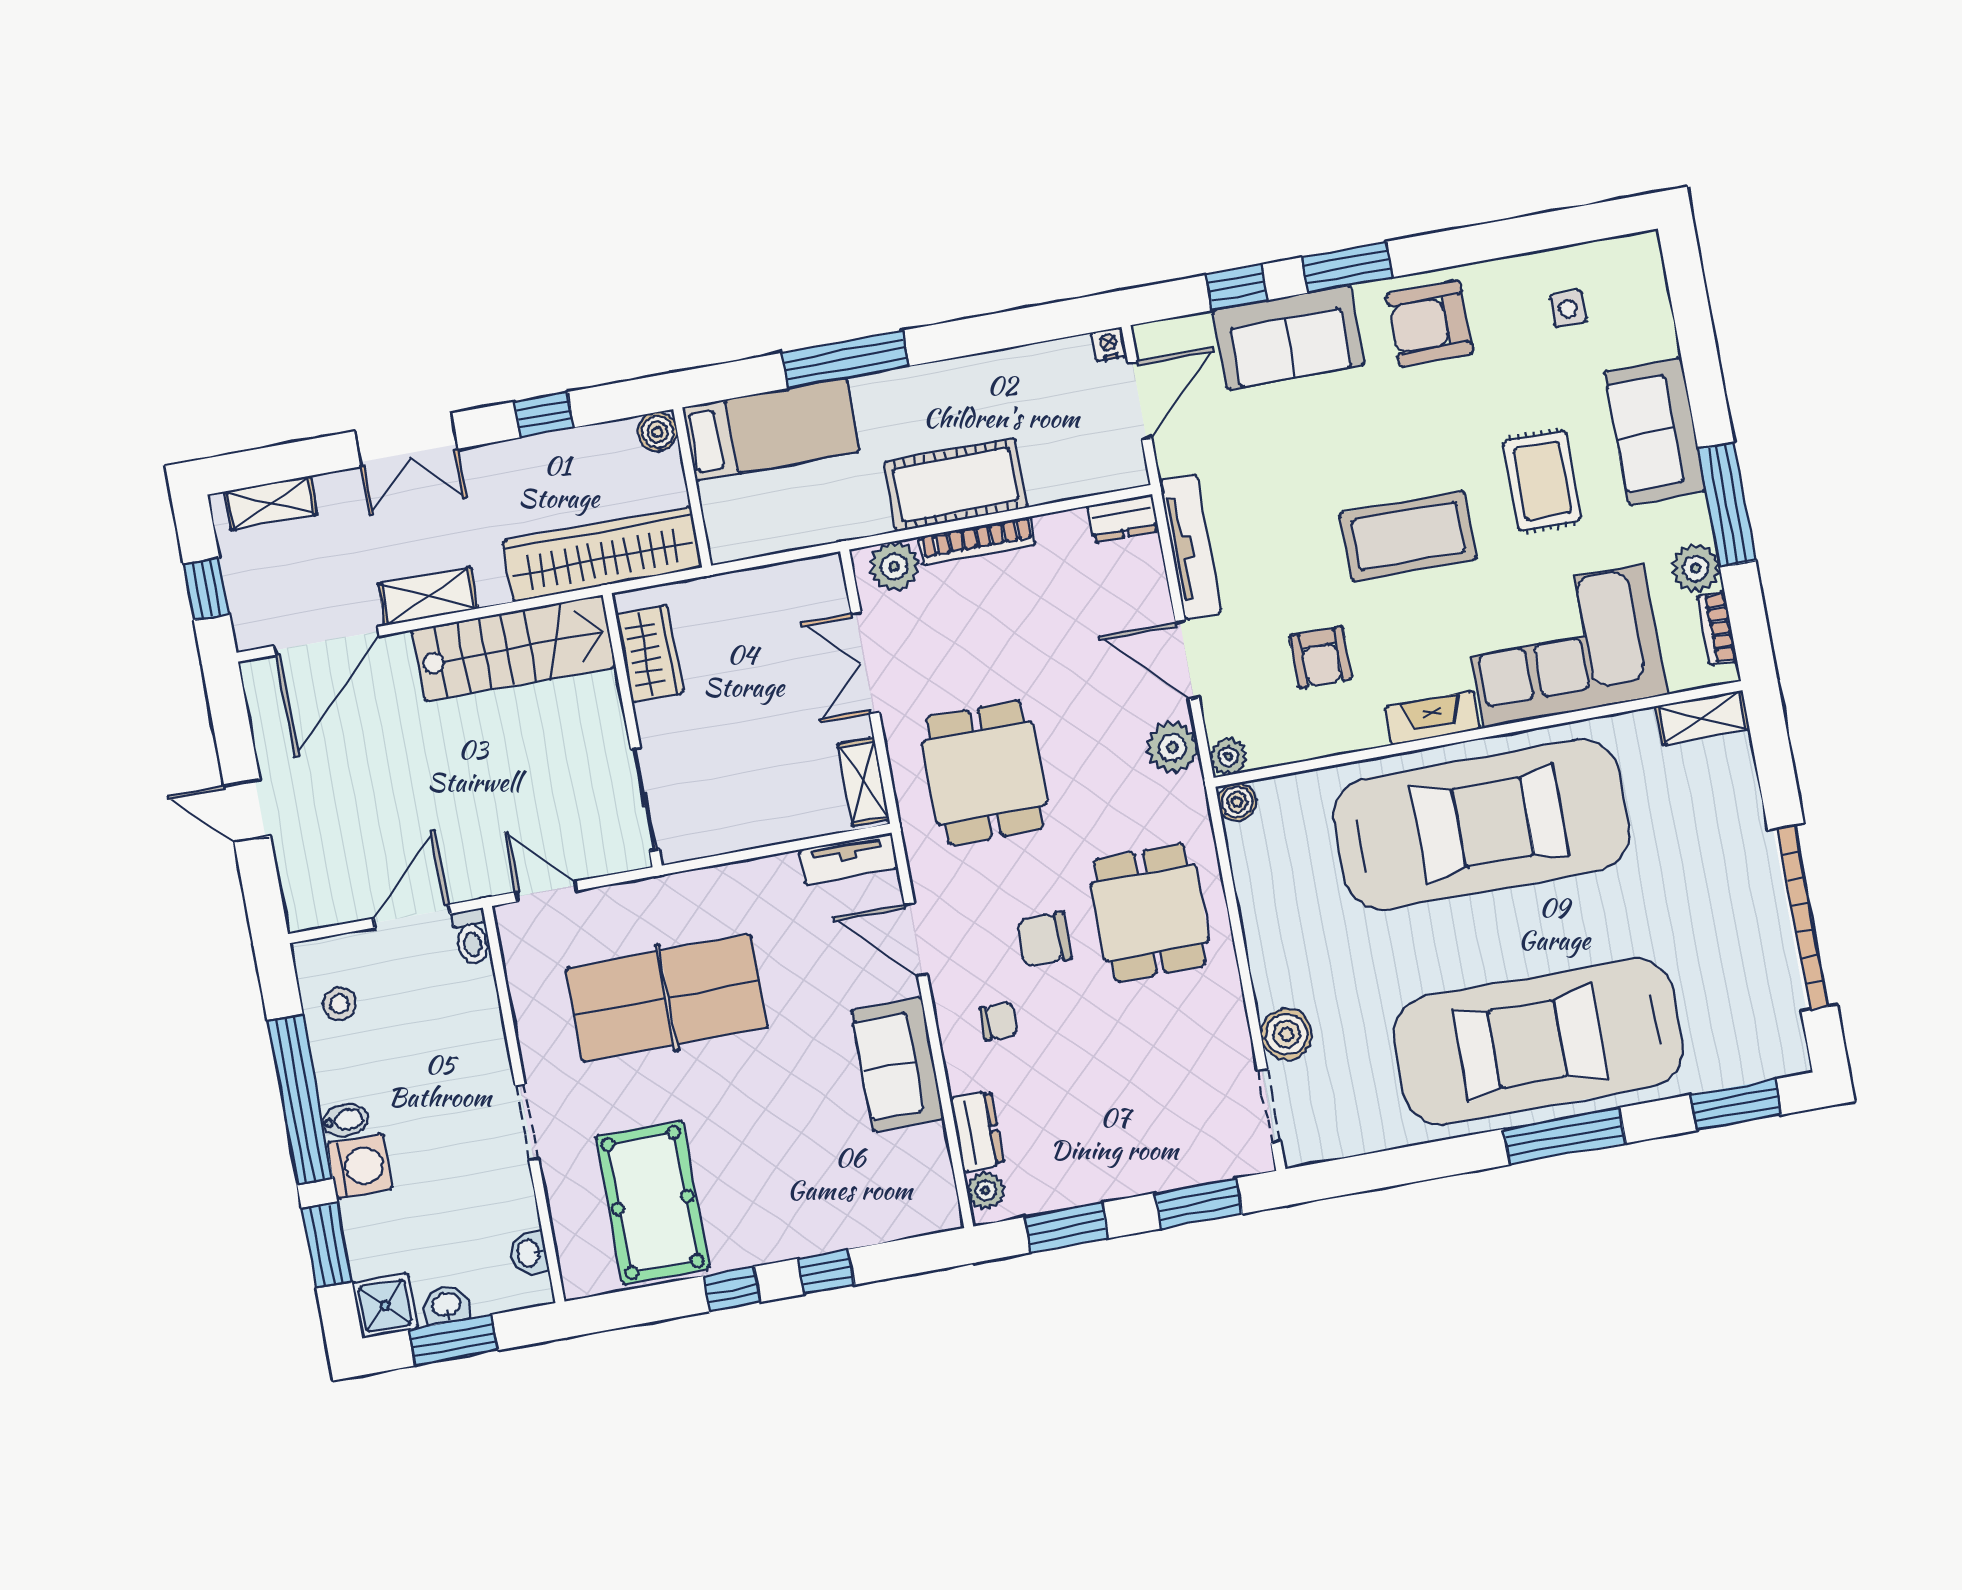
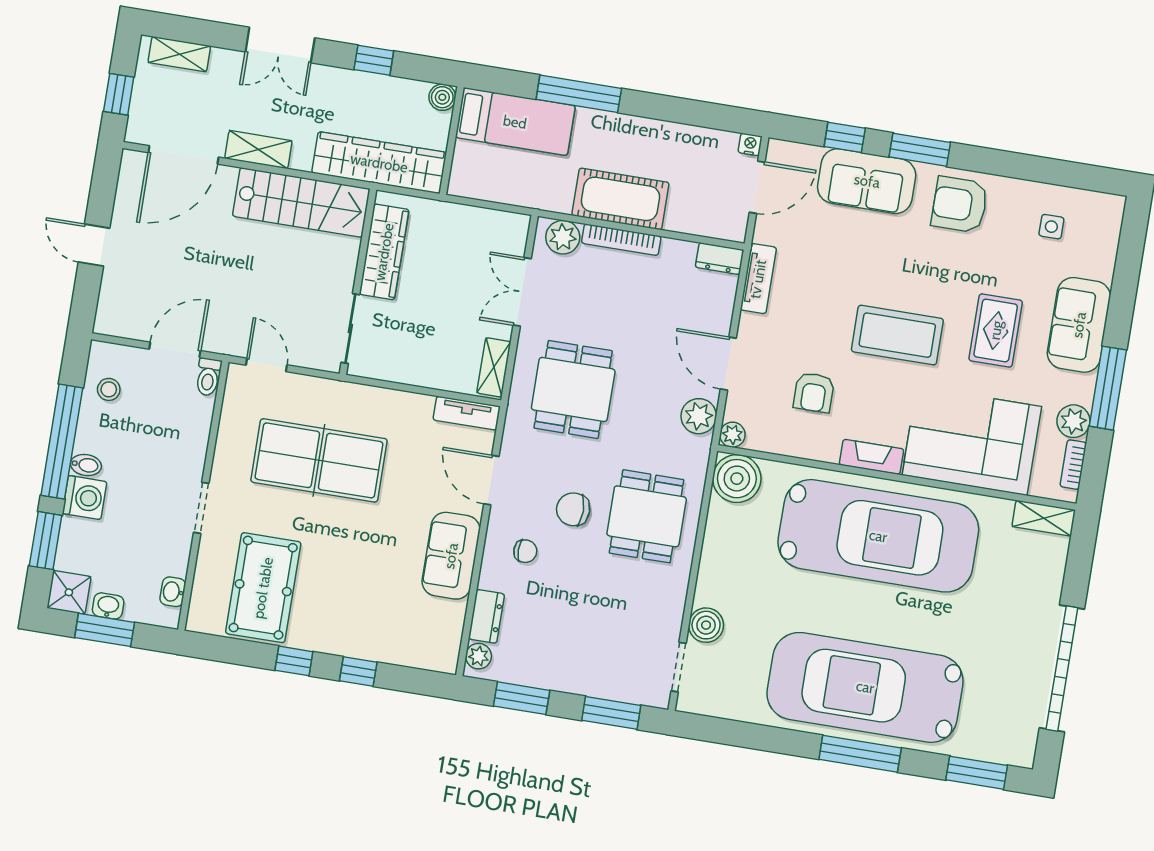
tv unit: (1190, 547) -> (758, 279), width x0.71
wardrobe: (649, 653) -> (384, 252), width x1.50
boiler: (1237, 802) -> (737, 479), width x1.86, depth x1.86

